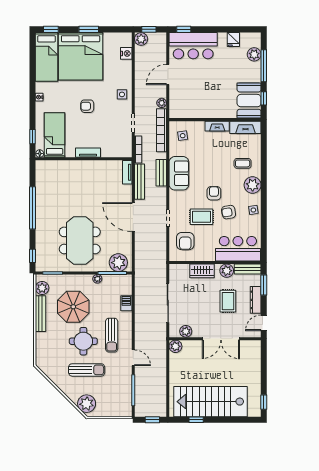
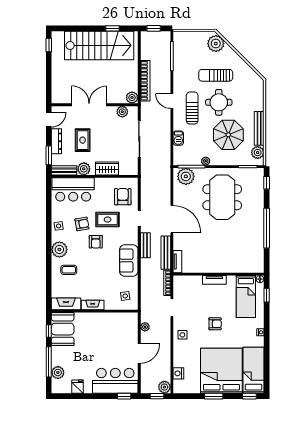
bookcase: (161, 130) -> (145, 81), moved
bench: (161, 173) -> (145, 245), moved
door: (133, 358) -> (172, 101), moved

